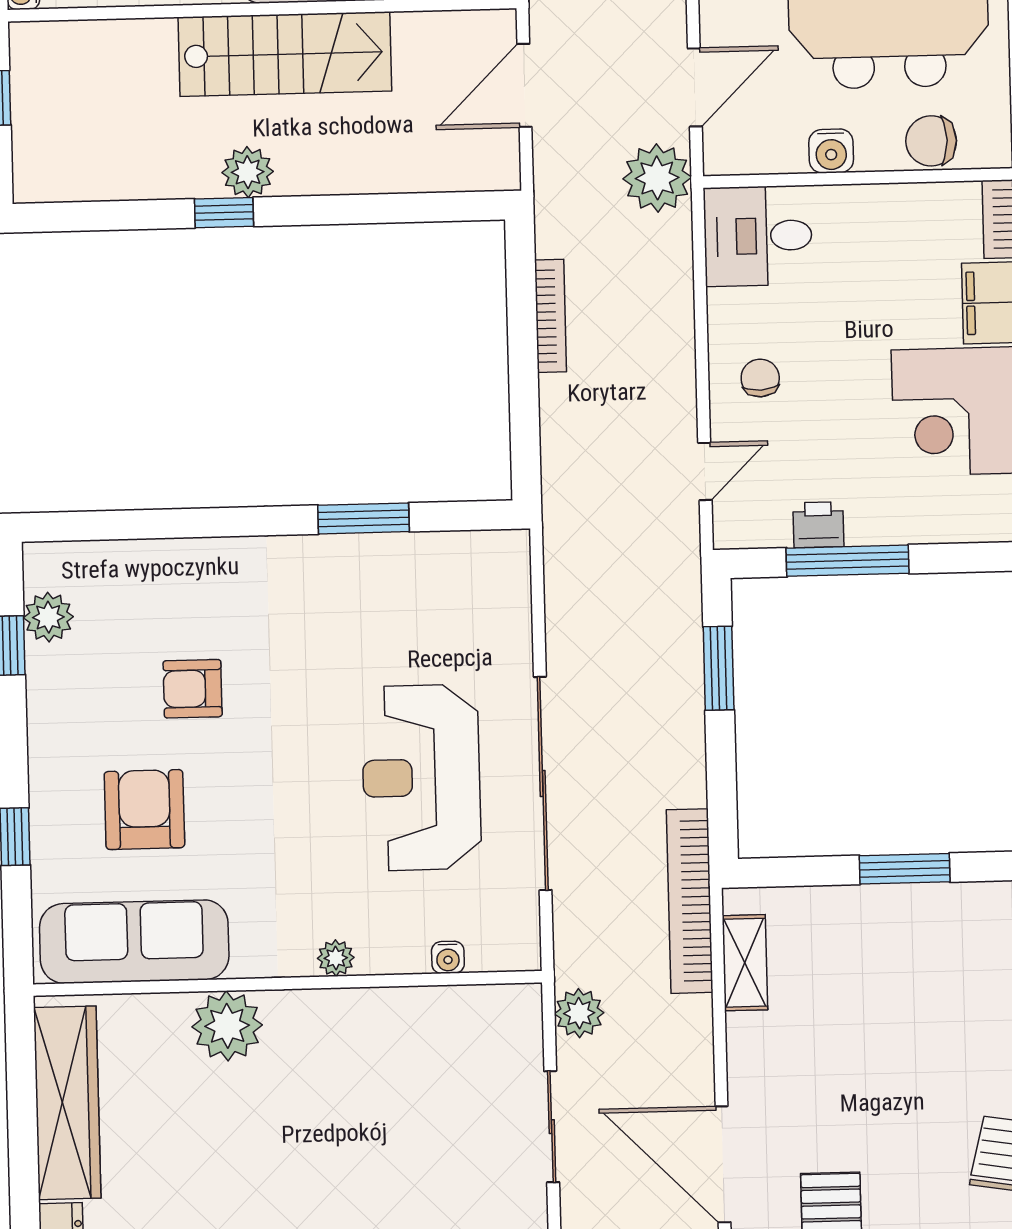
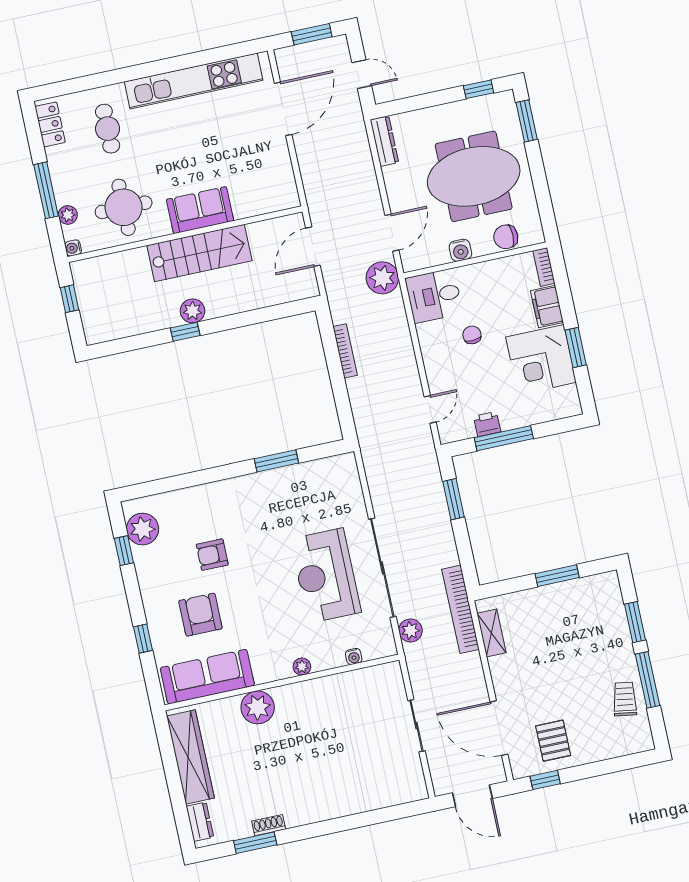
chair: (760, 378) -> (472, 335), moved
plant: (48, 617) -> (143, 529), width x1.36, depth x1.36
plant: (579, 1013) -> (410, 630), moved

